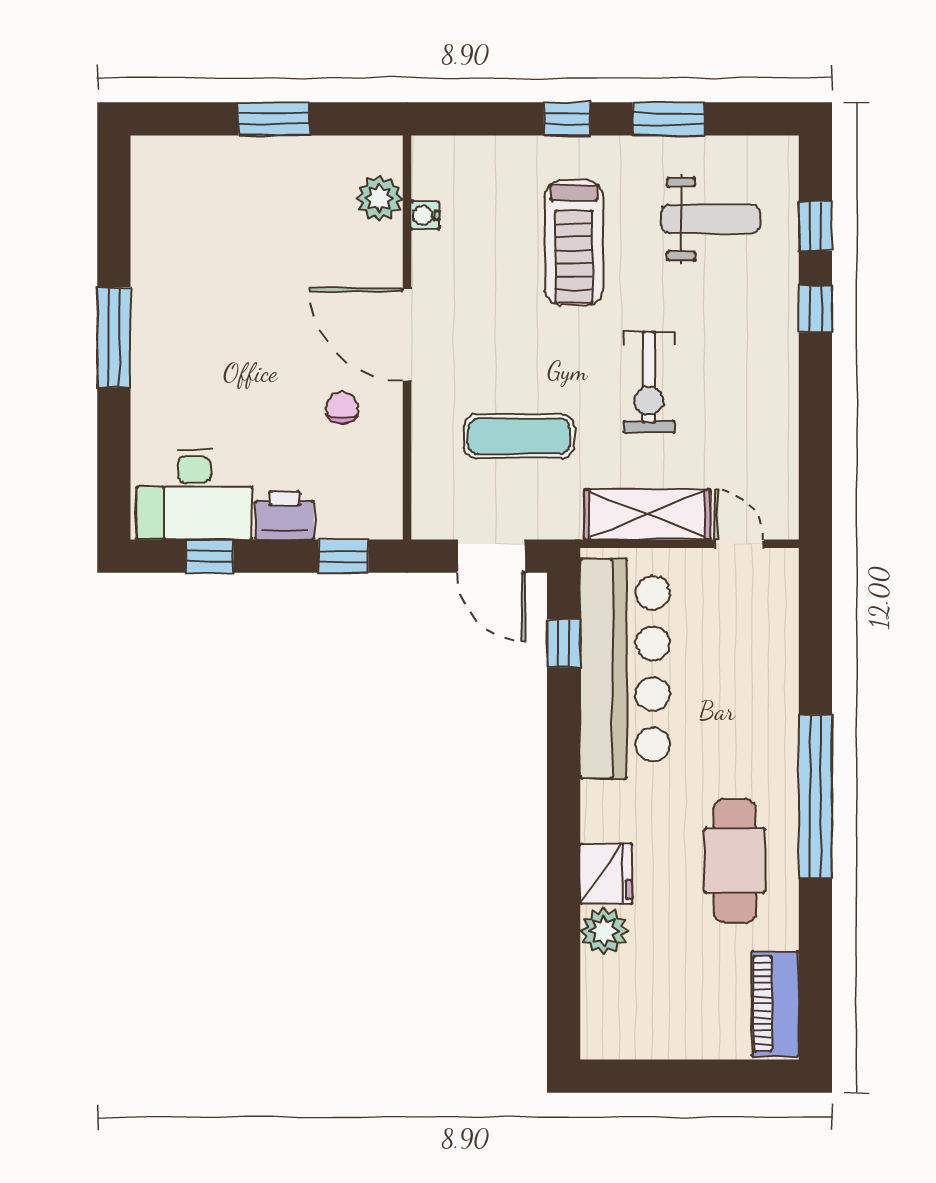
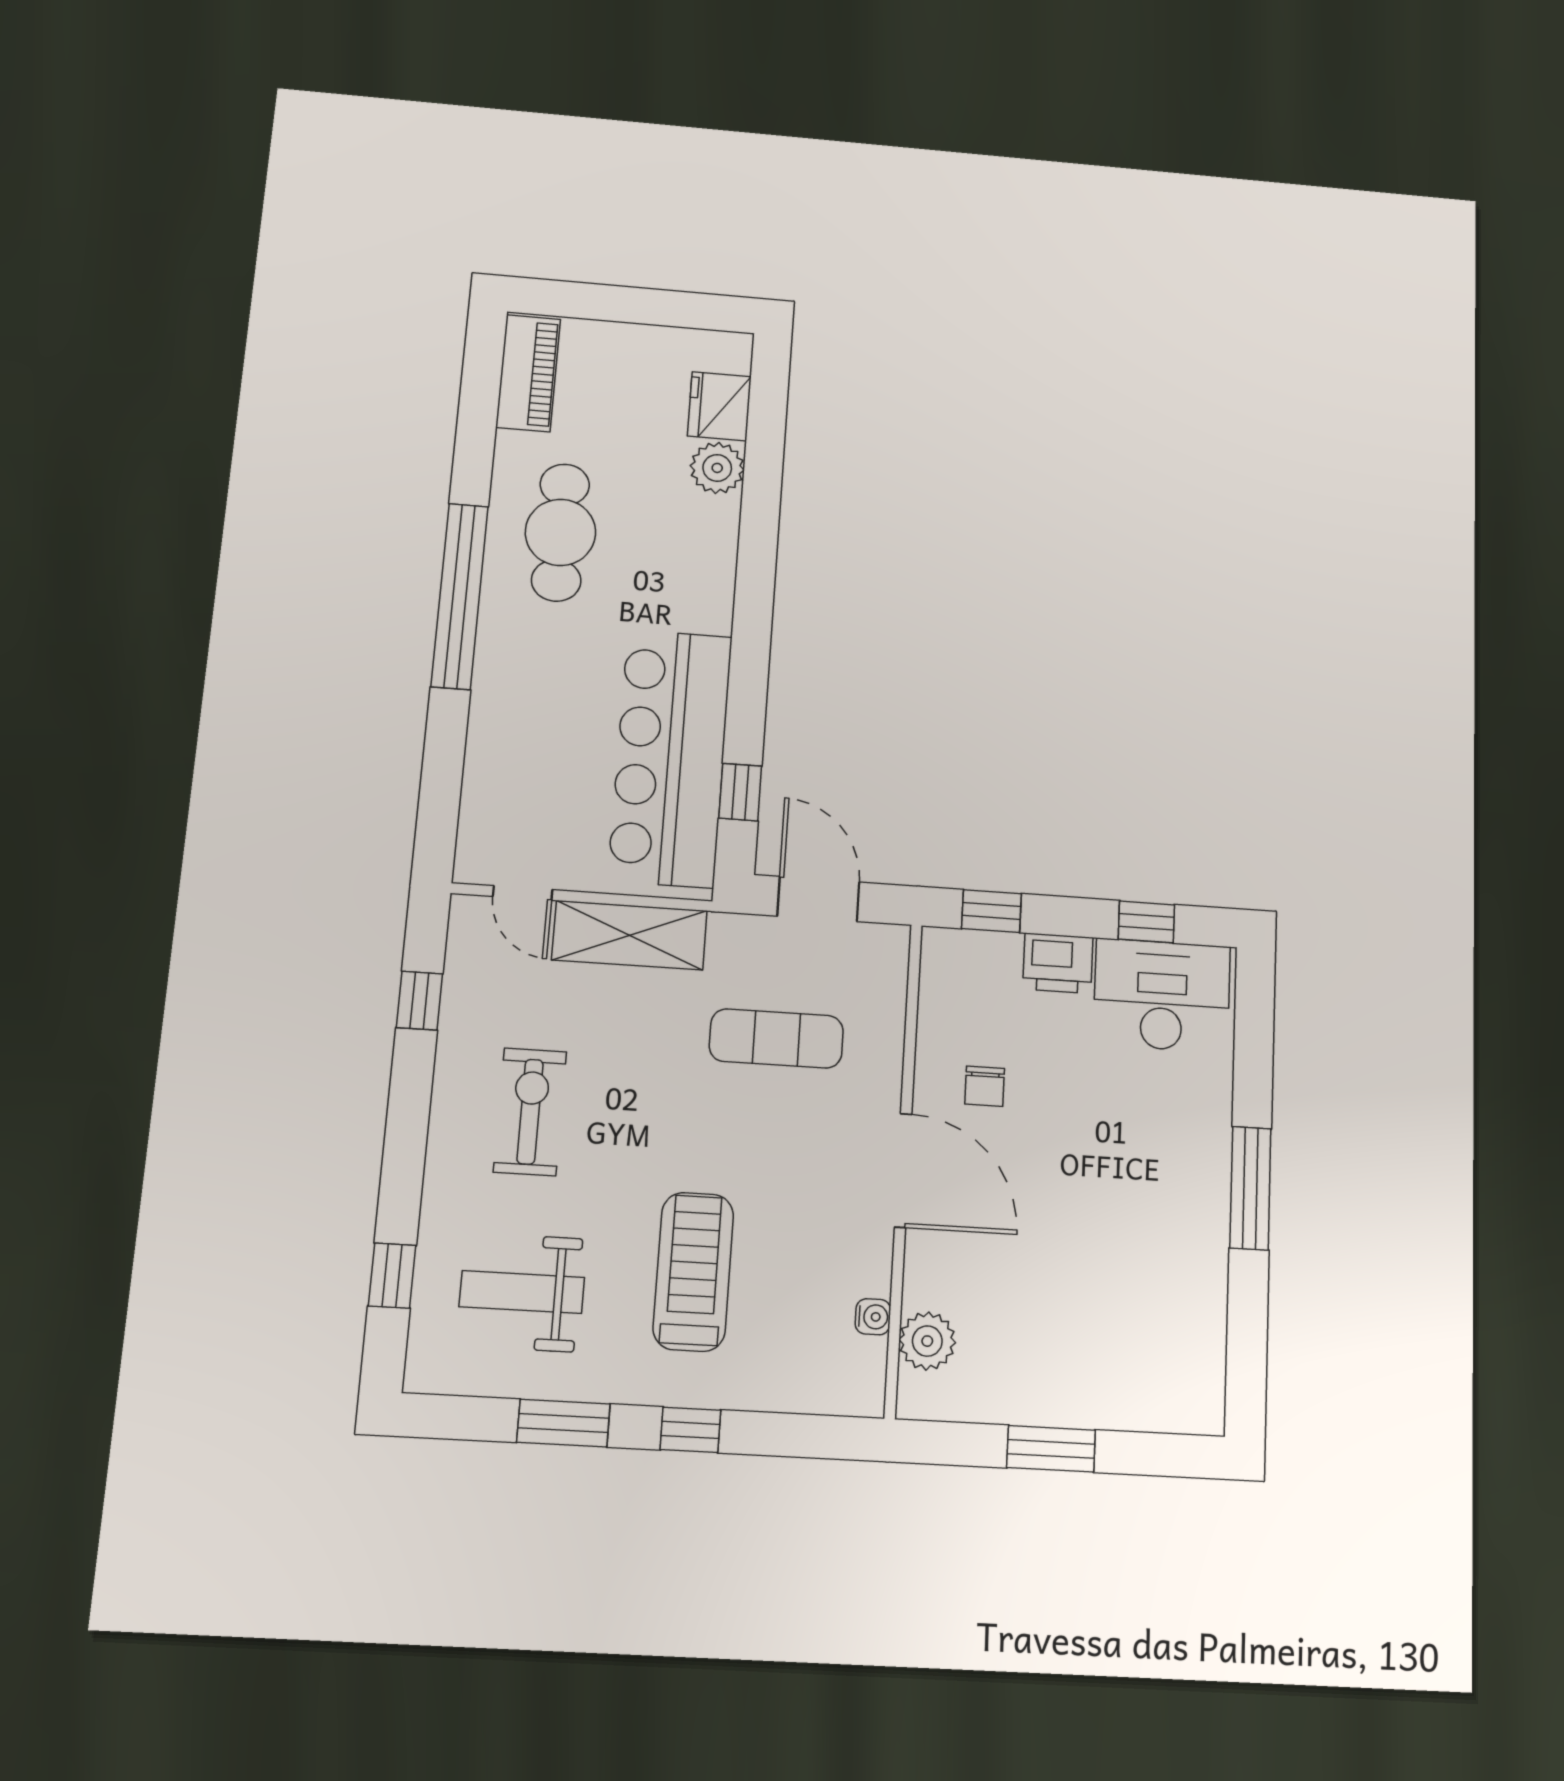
window: (815, 309) -> (419, 1001), moved
exercise bike: (649, 382) -> (530, 1112), moved
fridge: (606, 874) -> (719, 406), moved

